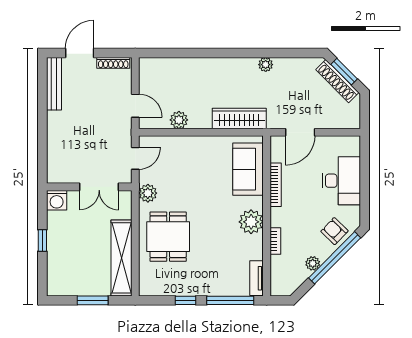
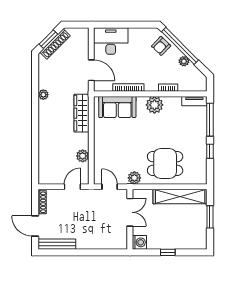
desk: (341, 181) -> (111, 41), moved

